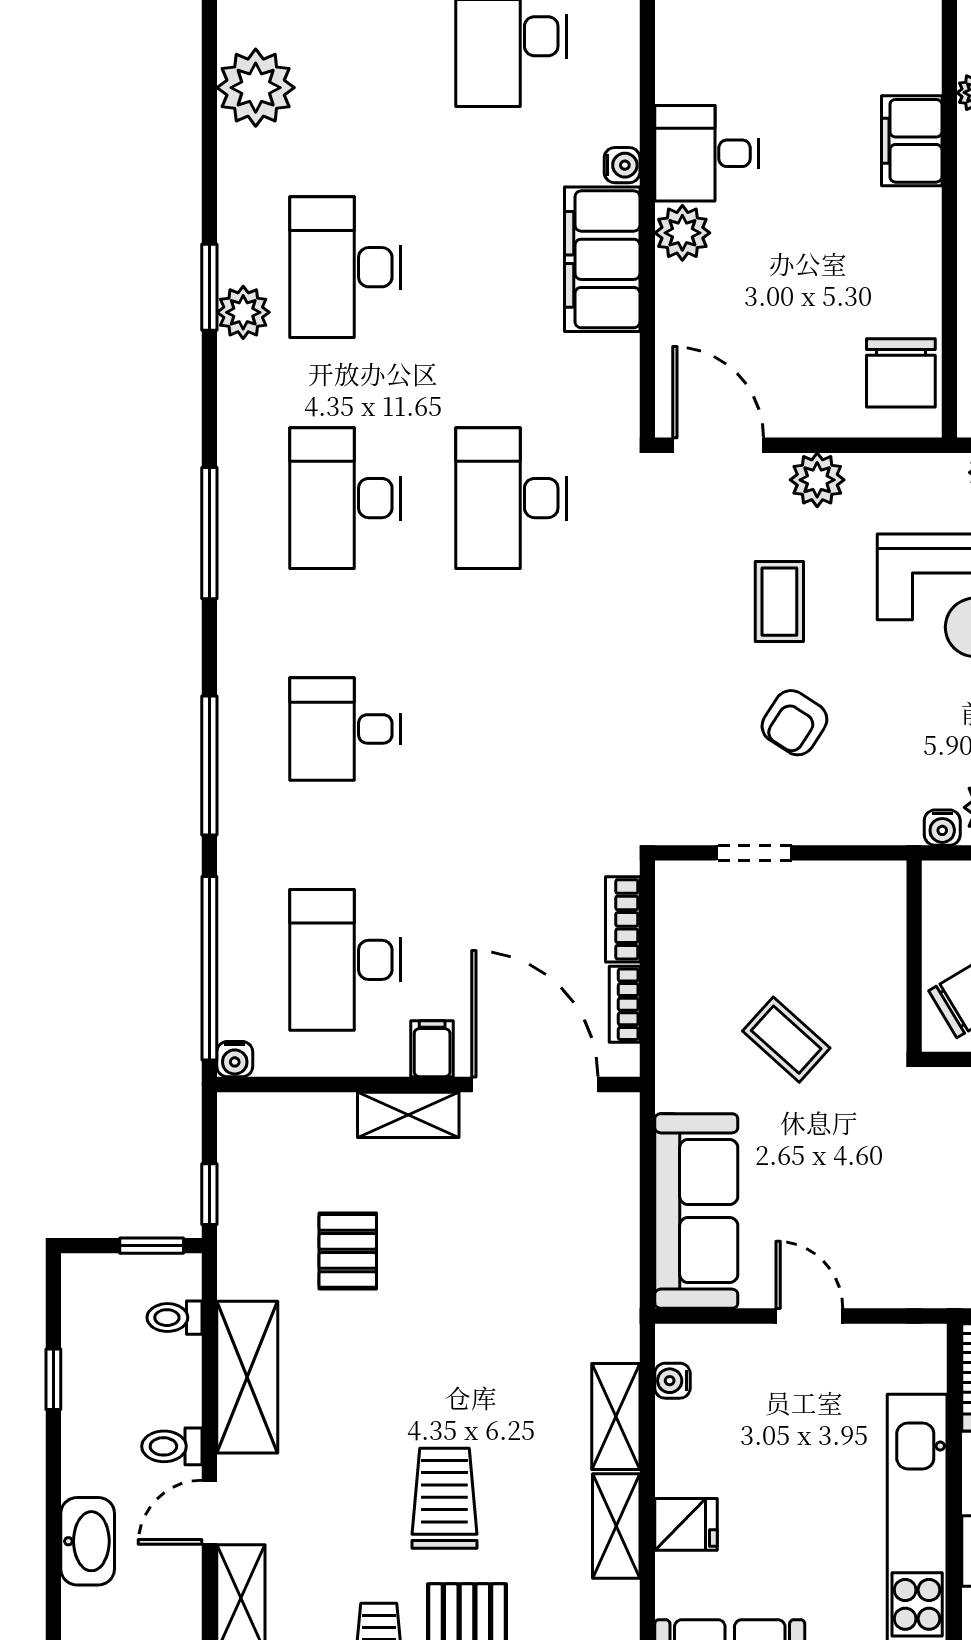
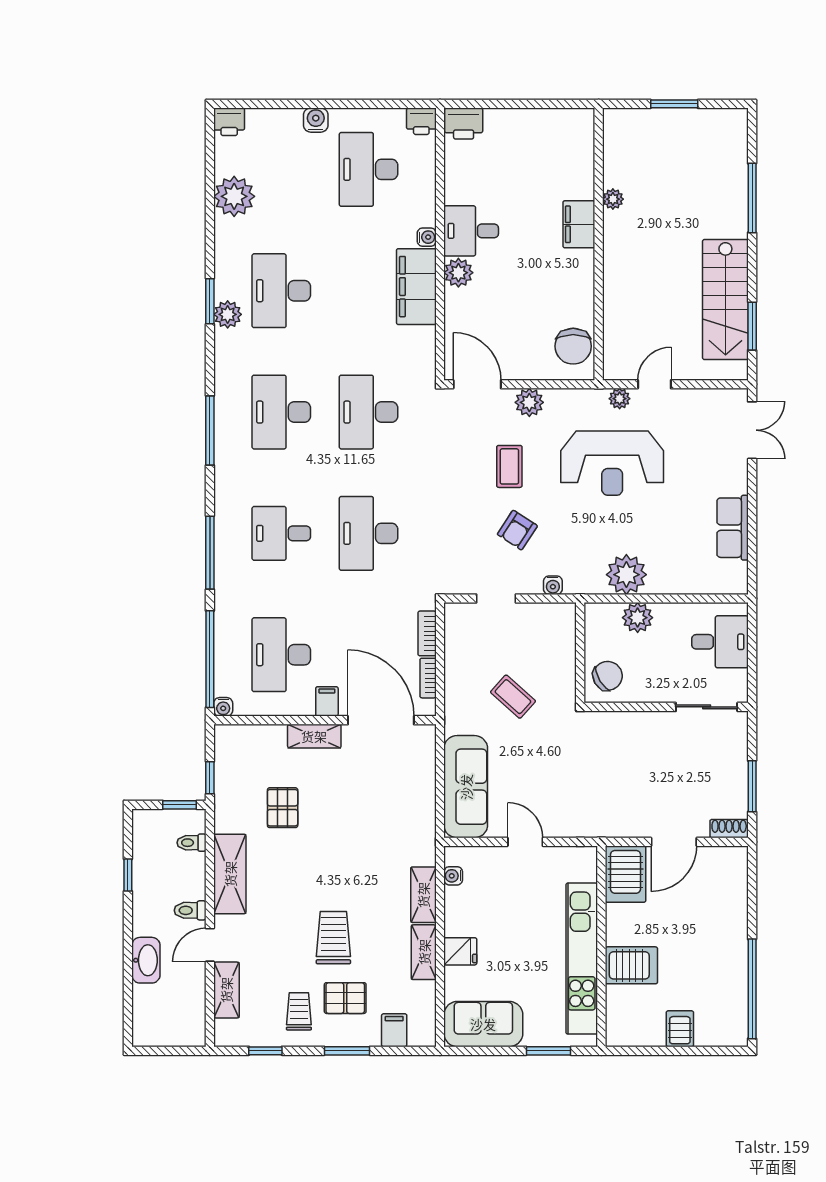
desk: (511, 729) -> (369, 533), added
water cooler: (942, 828) -> (553, 585), moved

